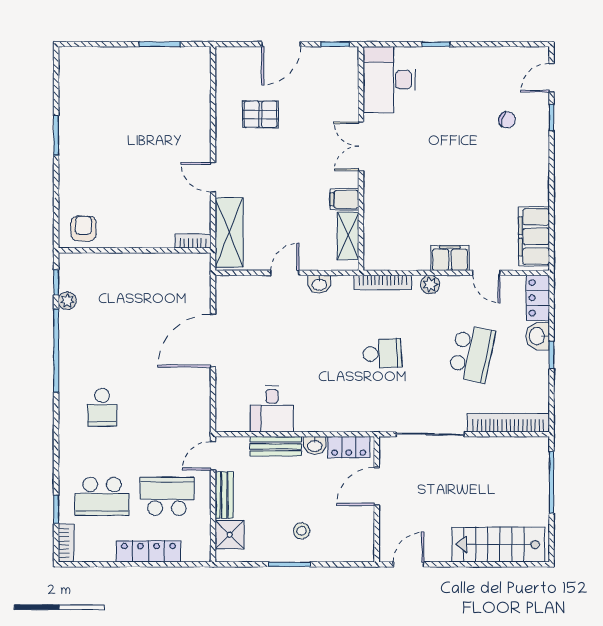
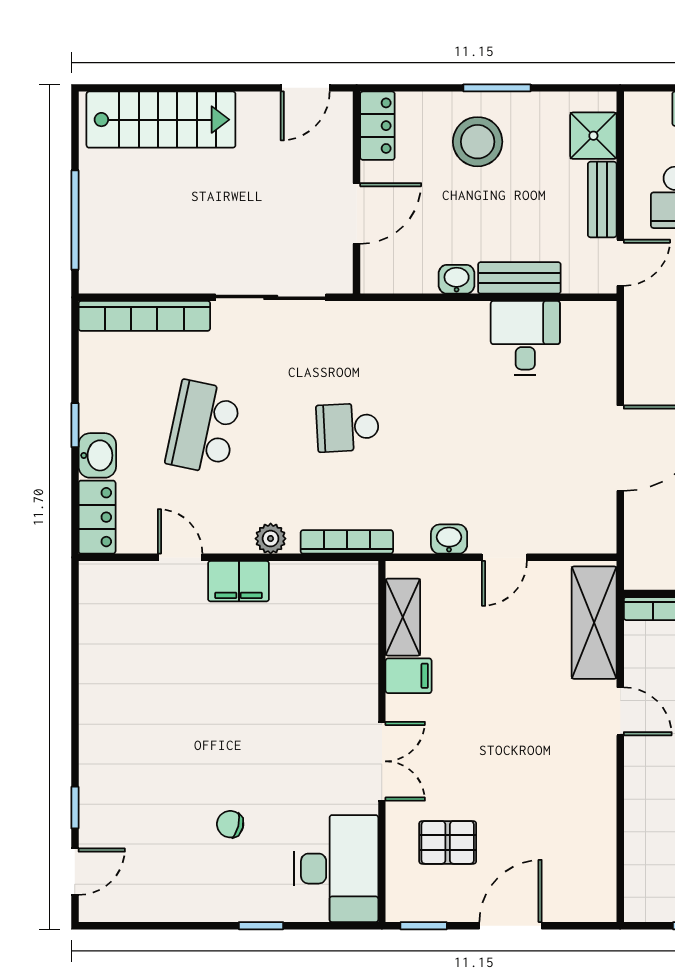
pallet: (260, 114) -> (448, 842), moved
chair: (507, 120) -> (230, 824), moved
filing cabinet: (534, 236) -> (103, 616), removed
locker: (349, 447) -> (377, 126), moved, turned 90
stool: (302, 531) -> (478, 142), width x1.89, depth x1.89

